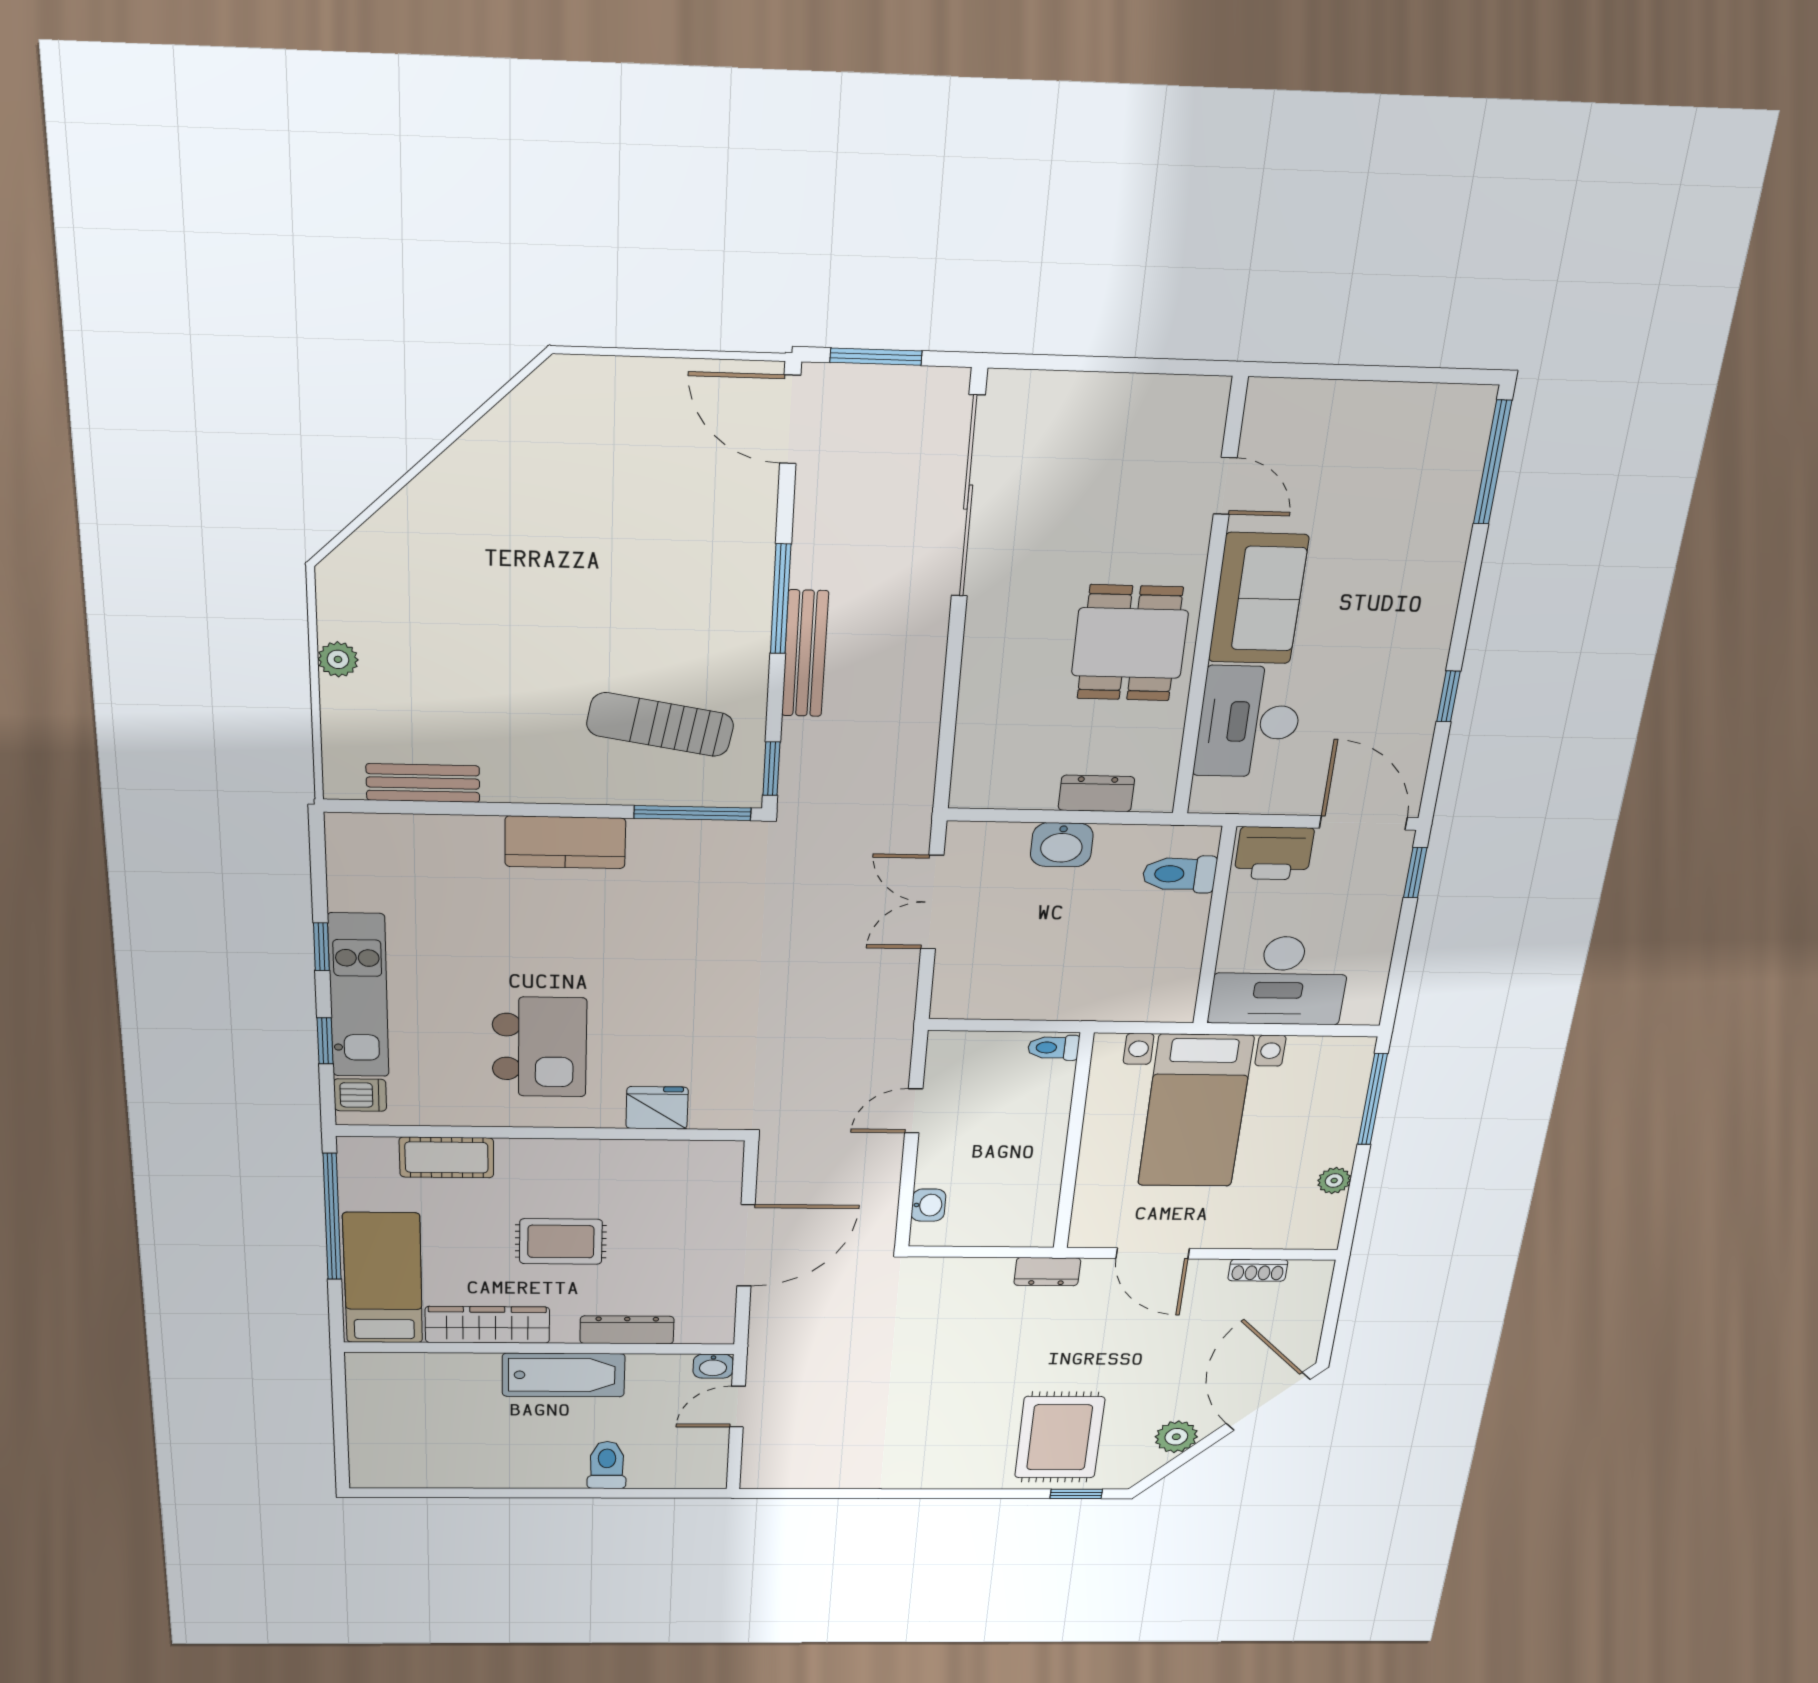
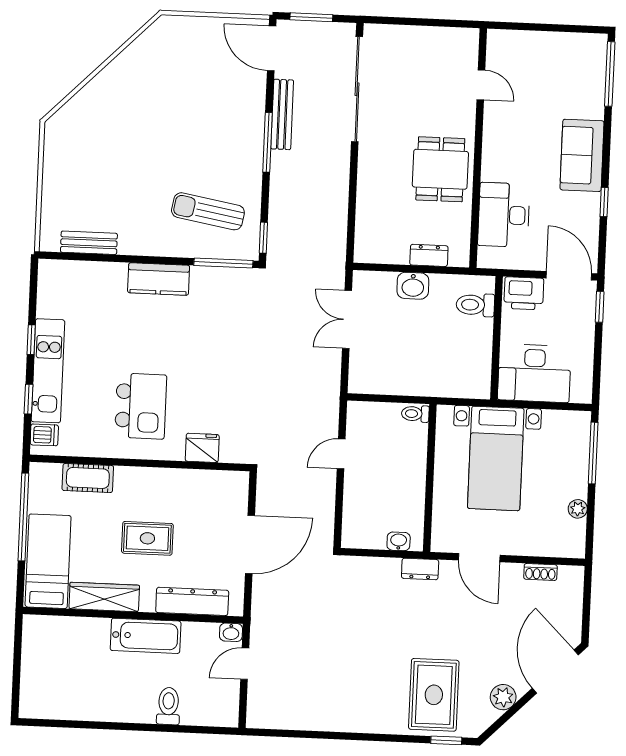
sofa: (1258, 599) -> (582, 155), moved, turned 180
bench: (805, 654) -> (282, 114), moved
plant: (338, 659) -> (52, 172), removed
washbasin: (928, 1205) -> (399, 541), moved, turned -90
dresser: (627, 1330) -> (192, 601), width x1.37, depth x1.24

